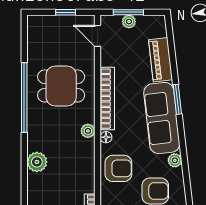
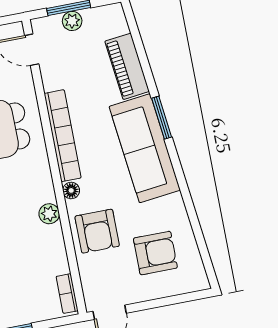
plant: (88, 131) -> (49, 214), moved
plant: (175, 160) -> (175, 204), removed
armchair: (118, 168) -> (97, 231), turned 90

